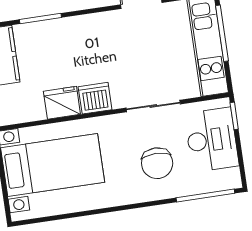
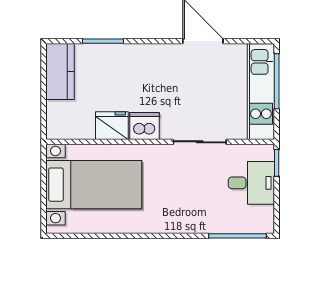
desk: (212, 140) -> (251, 183), width x0.73
chair: (157, 163) -> (195, 198), removed

